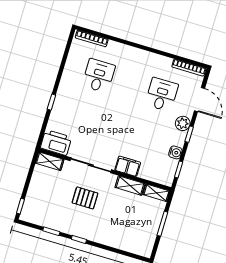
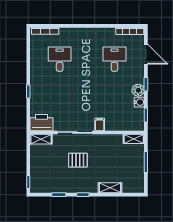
plant: (183, 123) -> (138, 90), moved
filing cabinet: (128, 166) -> (100, 124), width x0.50
shelving: (130, 186) -> (110, 188), moved

